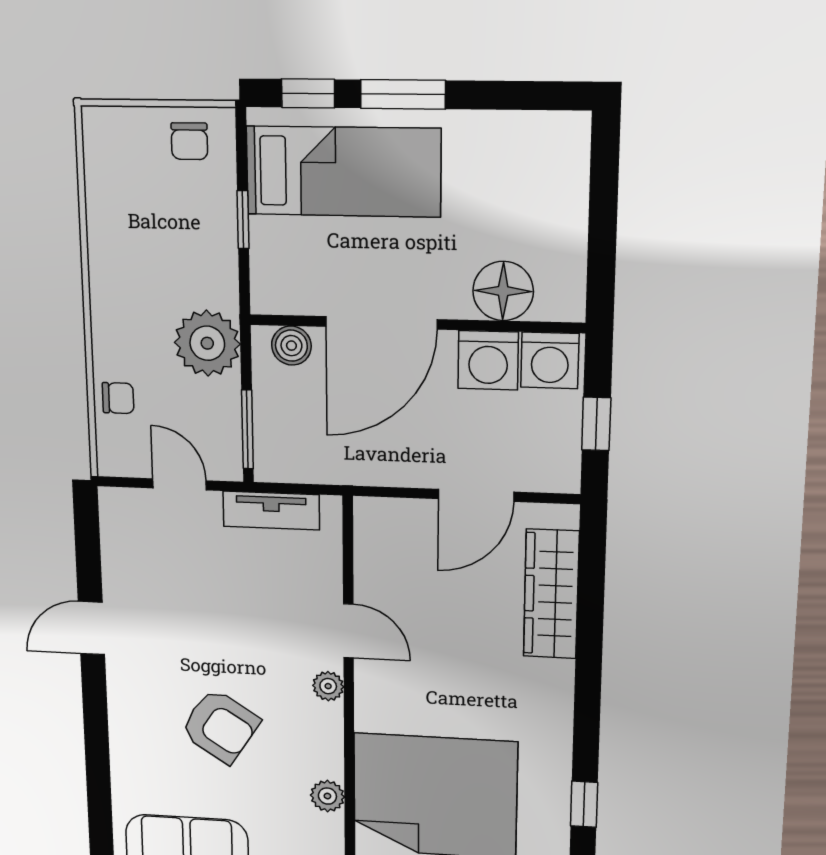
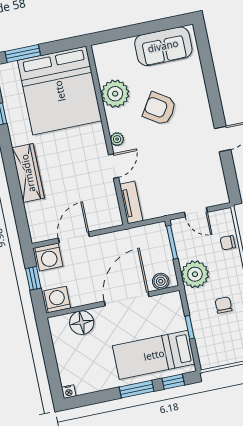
nightstand: (575, 126) -> (69, 392), added
chair: (189, 141) -> (224, 305), moved
washing machine: (488, 360) -> (49, 257), moved, turned 180
tv unit: (271, 511) -> (131, 202), moved, turned 90
wardrobe: (551, 594) -> (28, 173), moved
door: (348, 631) -> (114, 166), swing flipped
plant: (327, 796) -> (115, 94), width x1.87, depth x1.87

